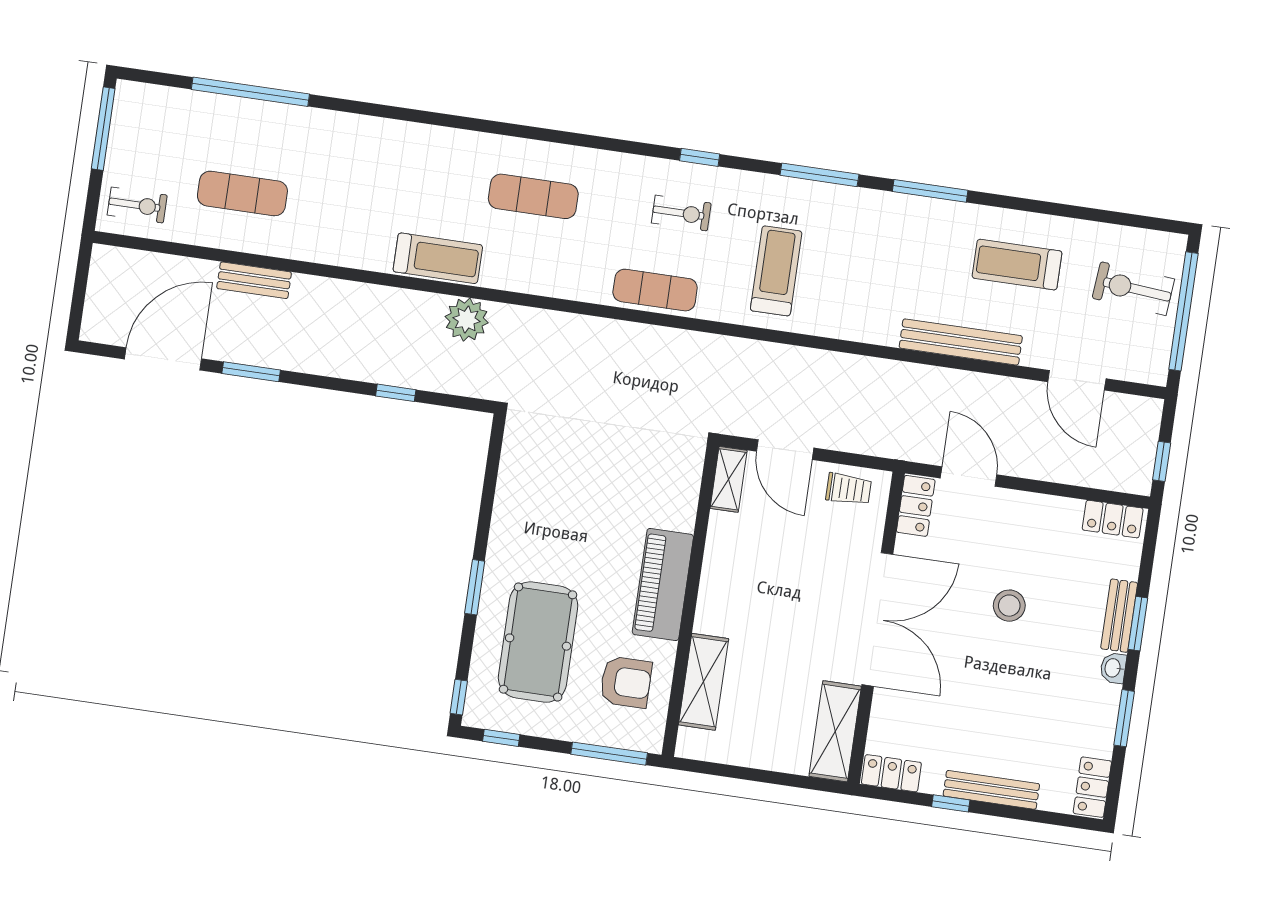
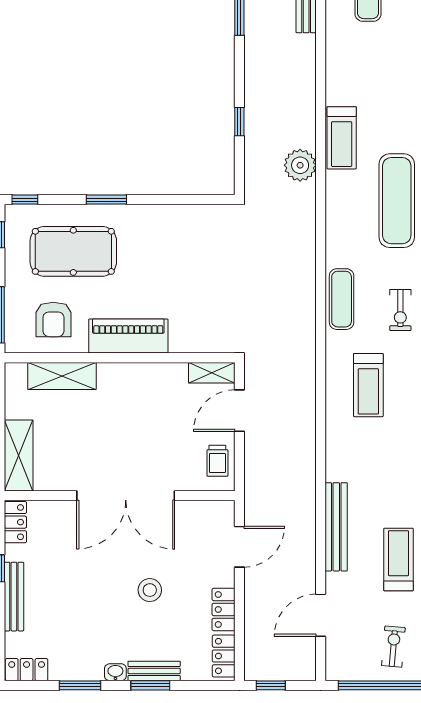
exercise mat: (533, 196) -> (397, 201), width x1.36, depth x1.45
treadmill: (776, 271) -> (368, 385), turned 90
exercise bike: (1133, 289) -> (393, 647), width x0.73, depth x0.72
locker: (916, 506) -> (223, 609), moved, turned 90
shelving: (835, 731) -> (19, 455), moved, turned 90

